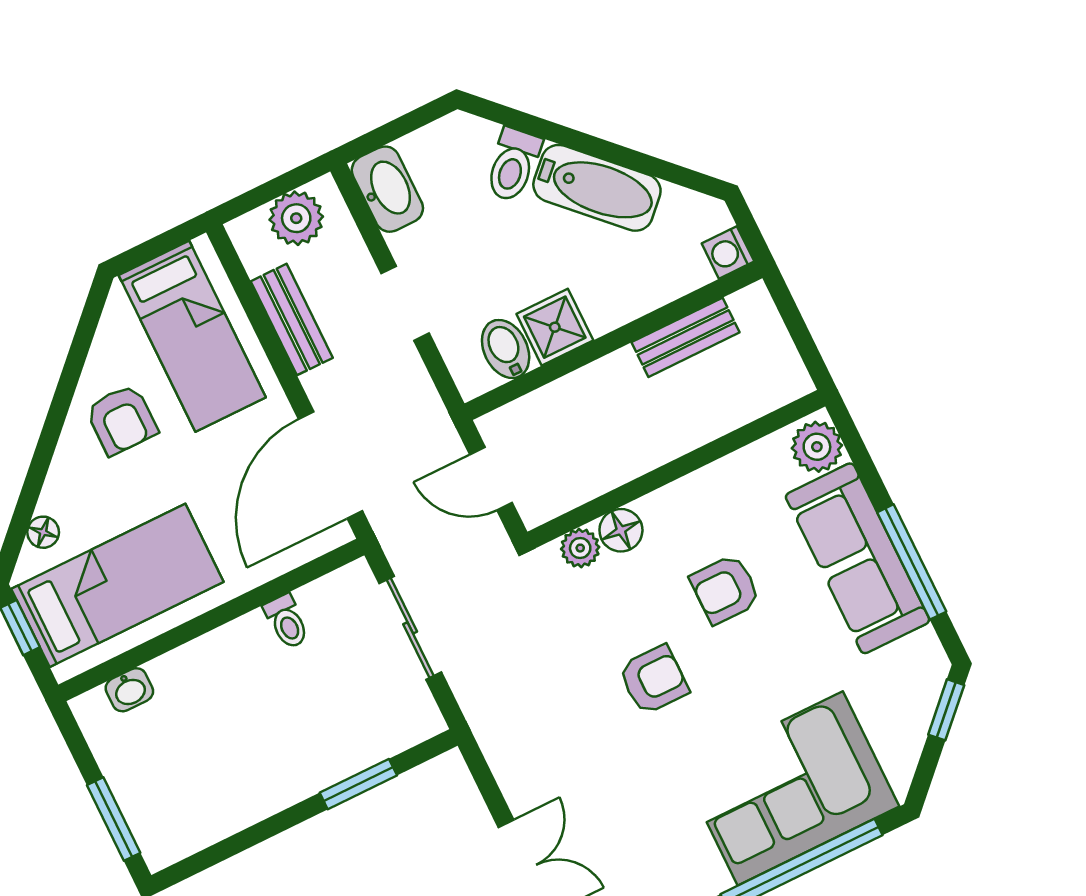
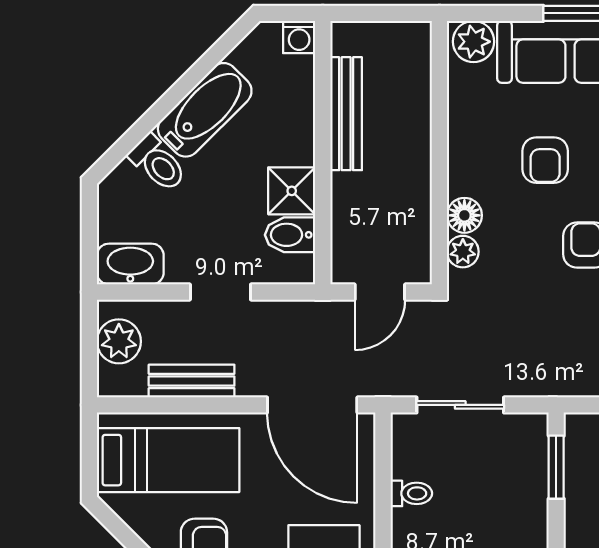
bench: (686, 337) -> (346, 114), width x1.36
window: (358, 784) -> (556, 467), moved

